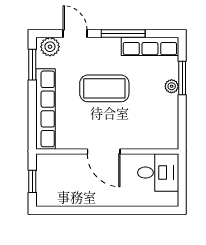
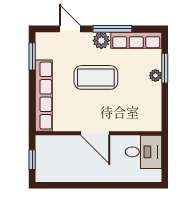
plant: (50, 47) -> (101, 41), moved

